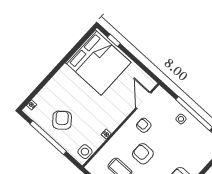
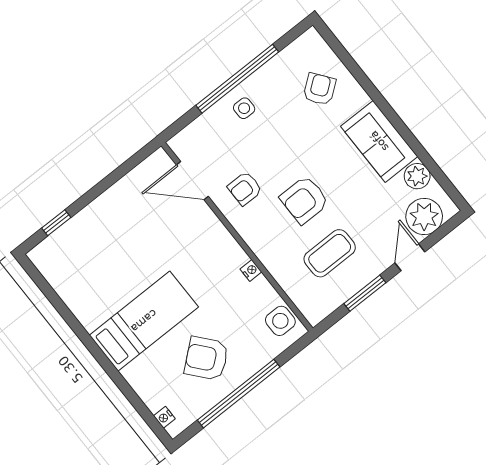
bed: (98, 63) -> (144, 321), moved, width x0.49
armchair: (195, 153) -> (319, 89), added

